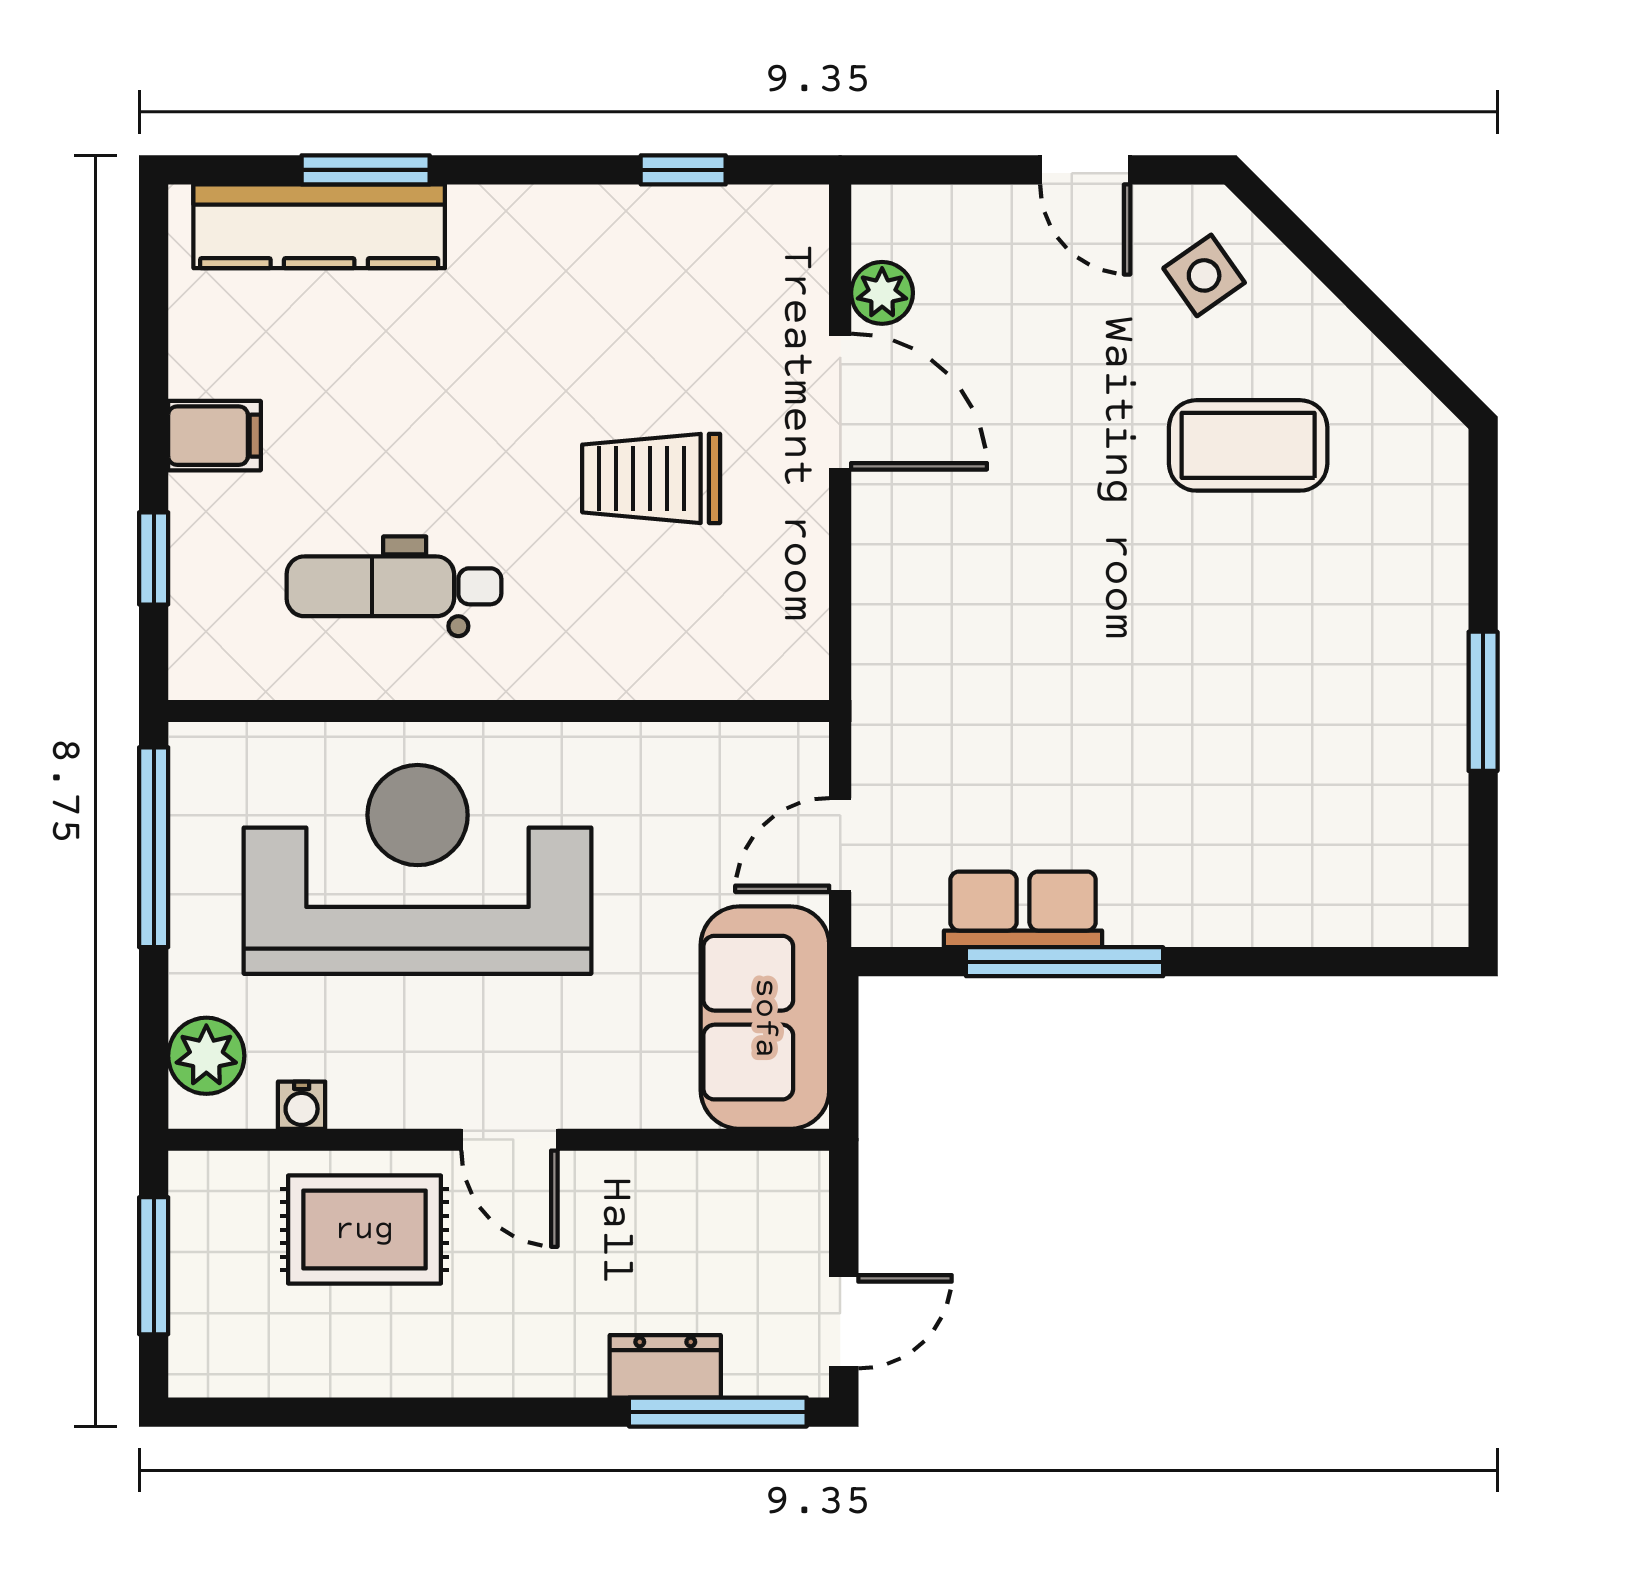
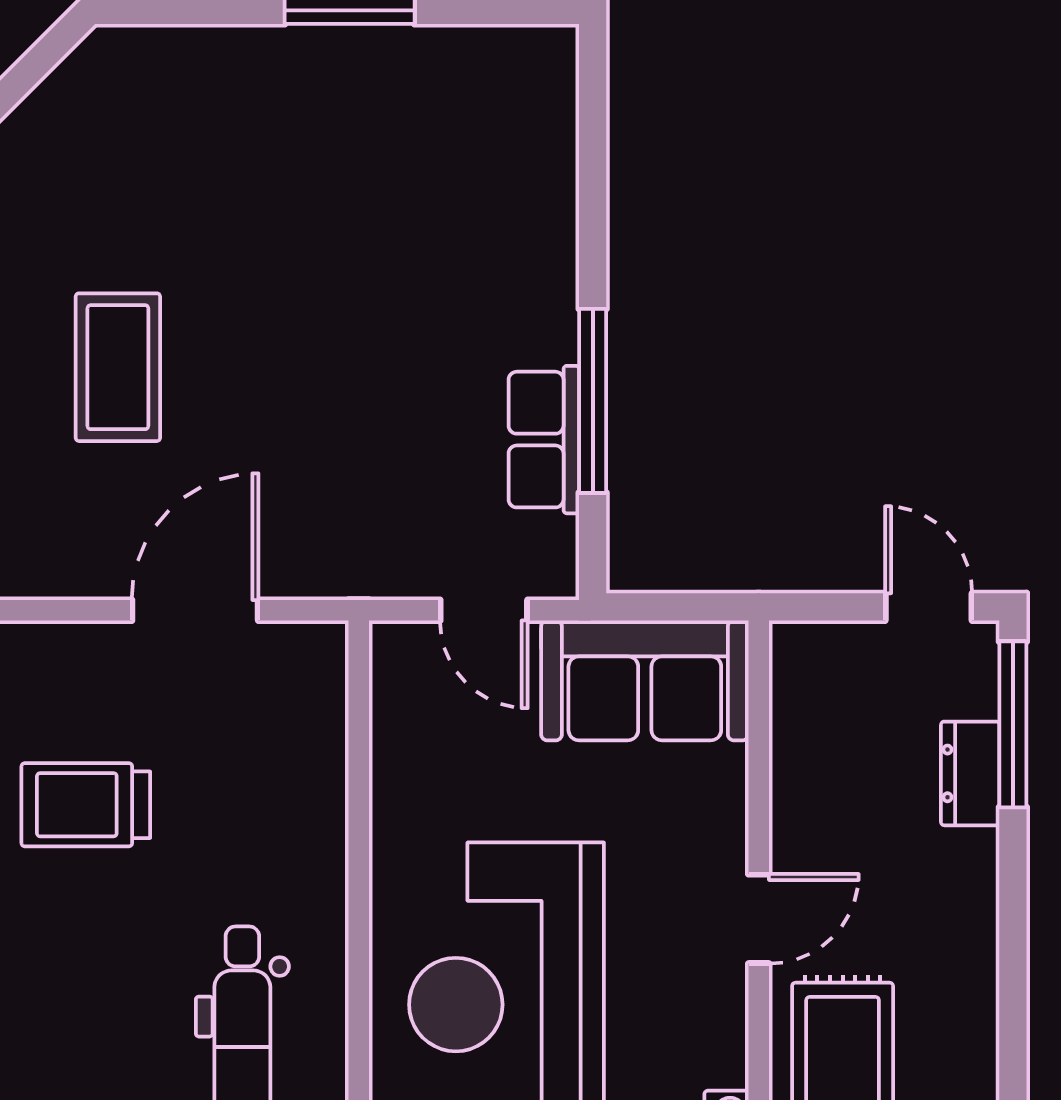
door: (840, 402) -> (195, 610), moved
coffee table: (1248, 445) -> (118, 367), moved
trolley: (651, 478) -> (86, 805), moved, turned 90

